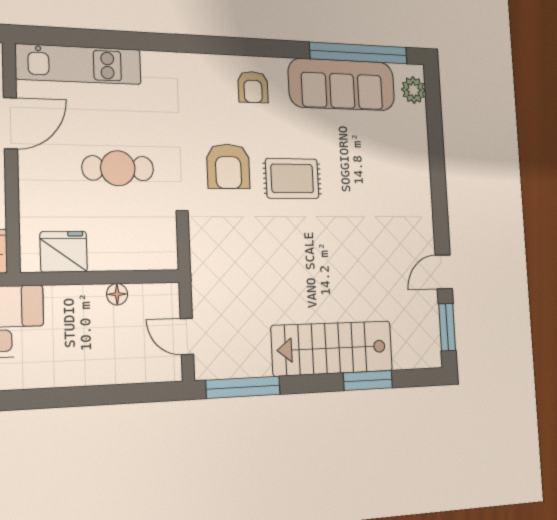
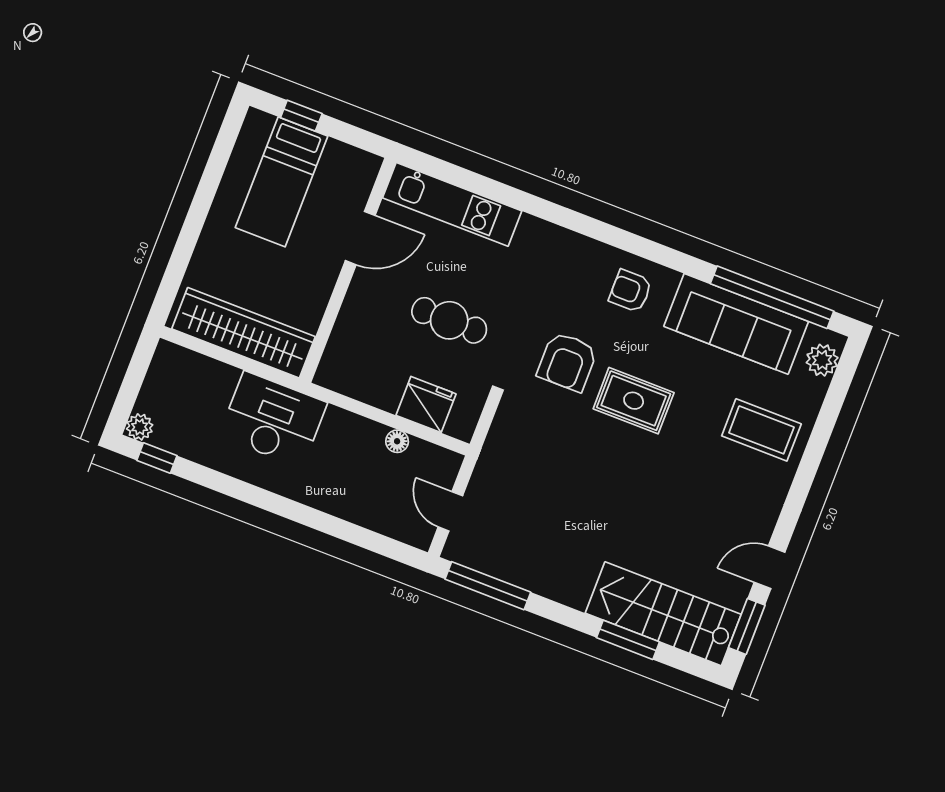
armchair: (253, 87) -> (630, 291), turned 90
coffee table: (394, 164) -> (761, 430), added
fridge: (64, 252) -> (426, 405), moved
stairs: (332, 348) -> (663, 614), moved

